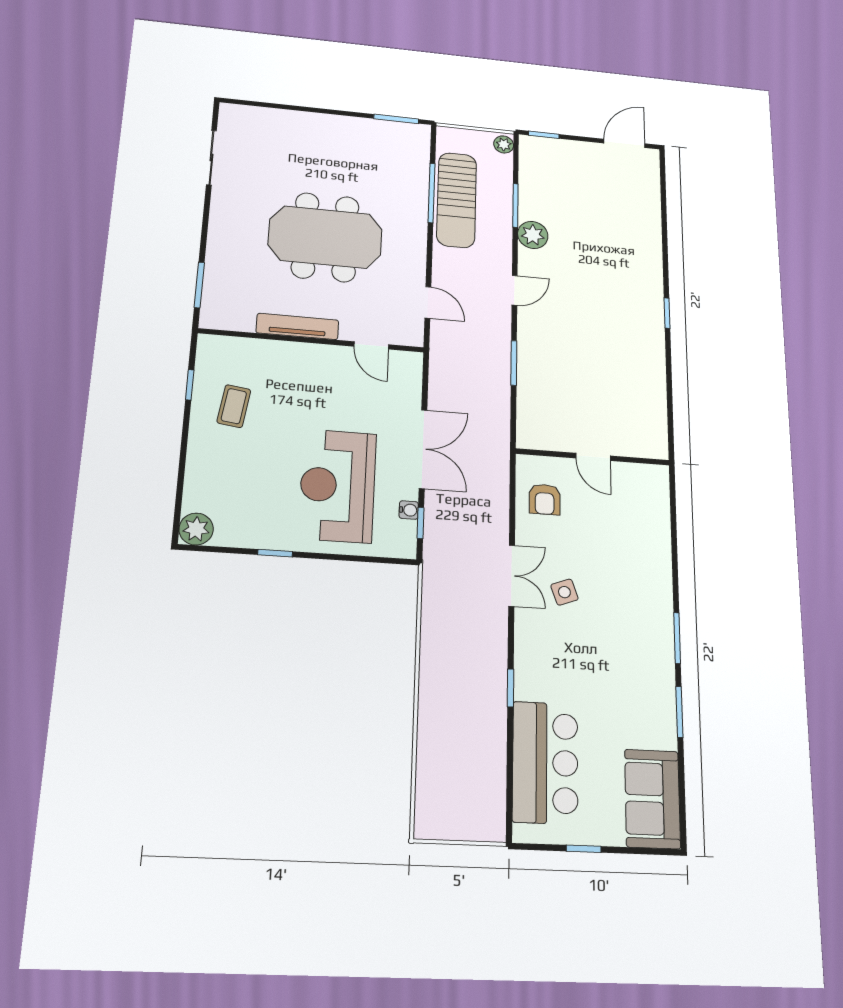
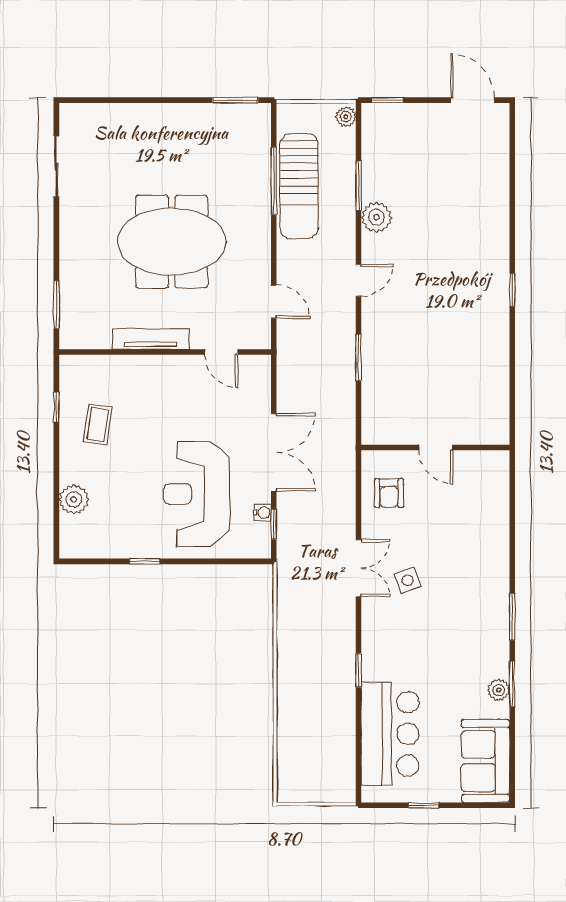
door: (624, 143) -> (472, 100), hinge flipped
plant: (196, 529) -> (74, 499), moved
plant: (665, 718) -> (499, 690), added

